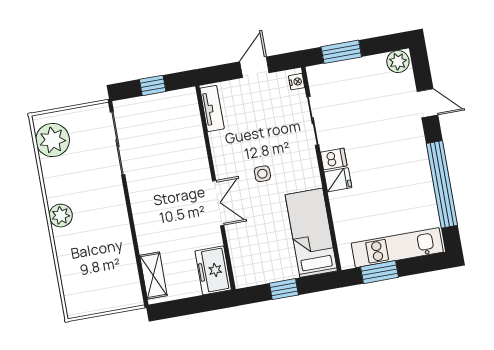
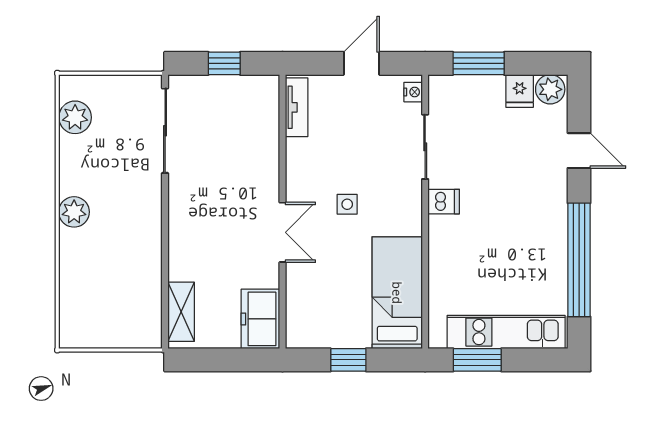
plant: (53, 140) -> (75, 117), width x0.73, depth x0.73
fridge: (338, 180) -> (520, 91), moved, turned 90

